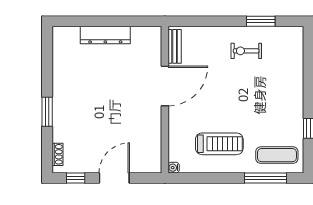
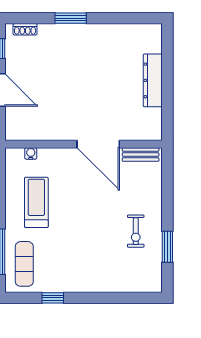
exercise bike: (246, 51) -> (136, 231), turned 180
treadmill: (219, 144) -> (36, 202), turned 180
water cooler: (174, 168) -> (31, 153), moved

